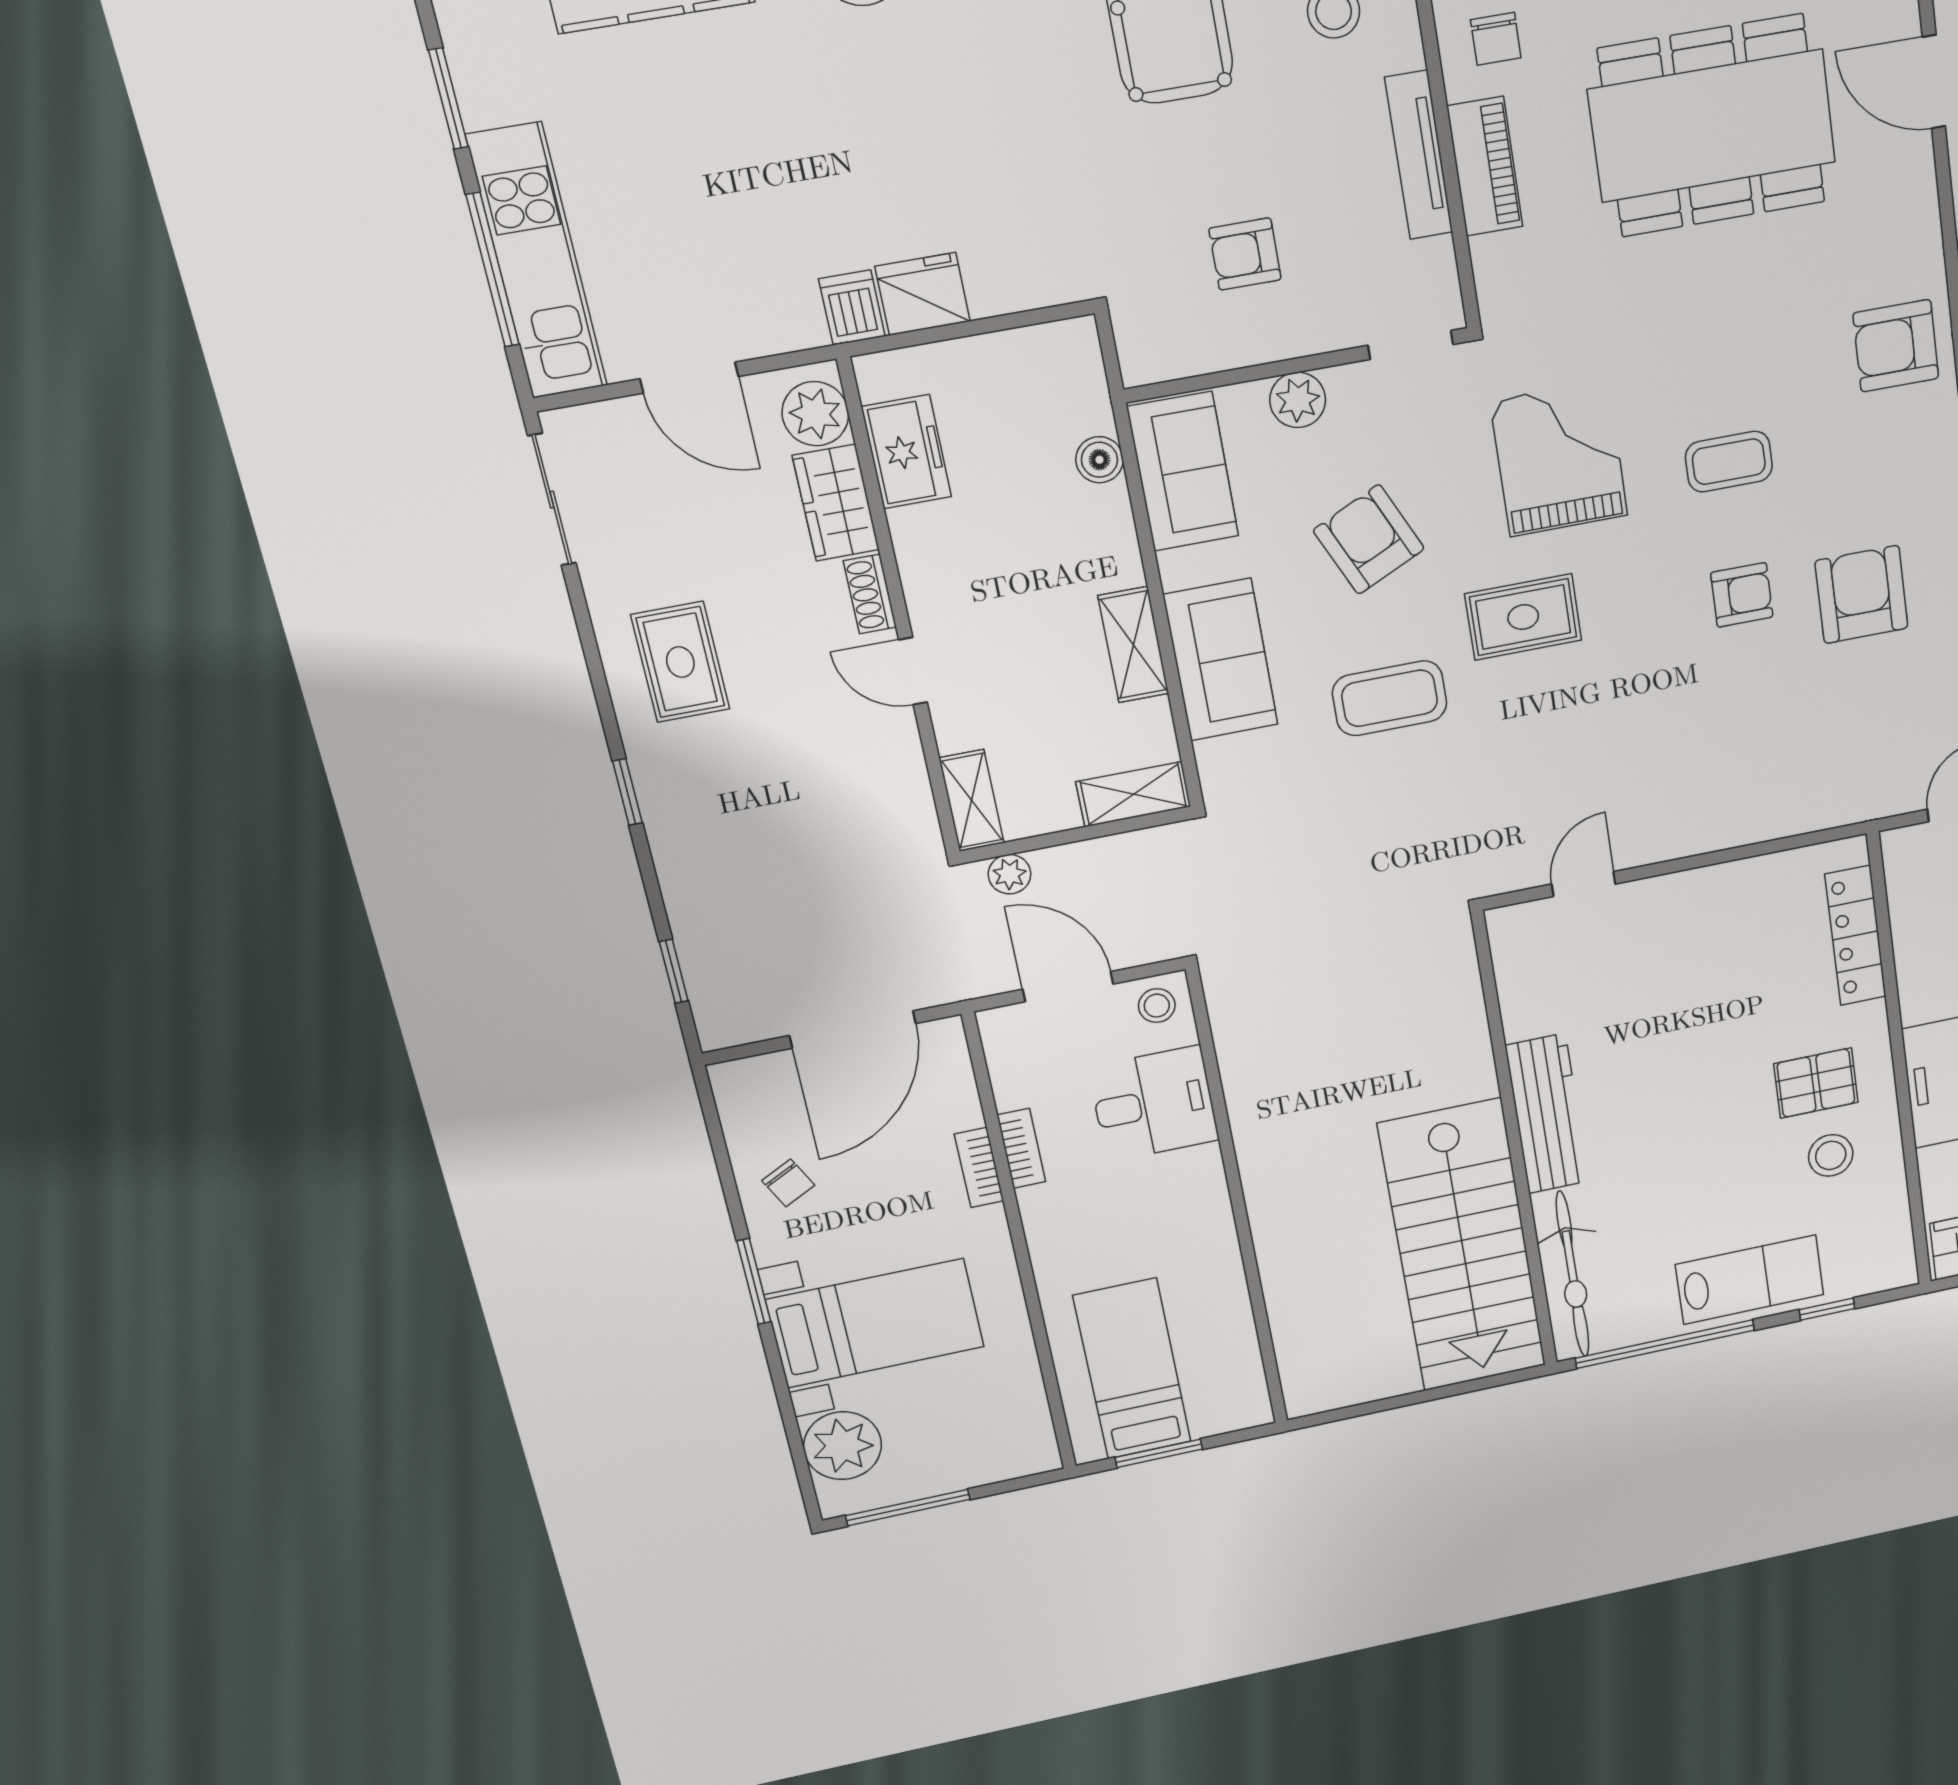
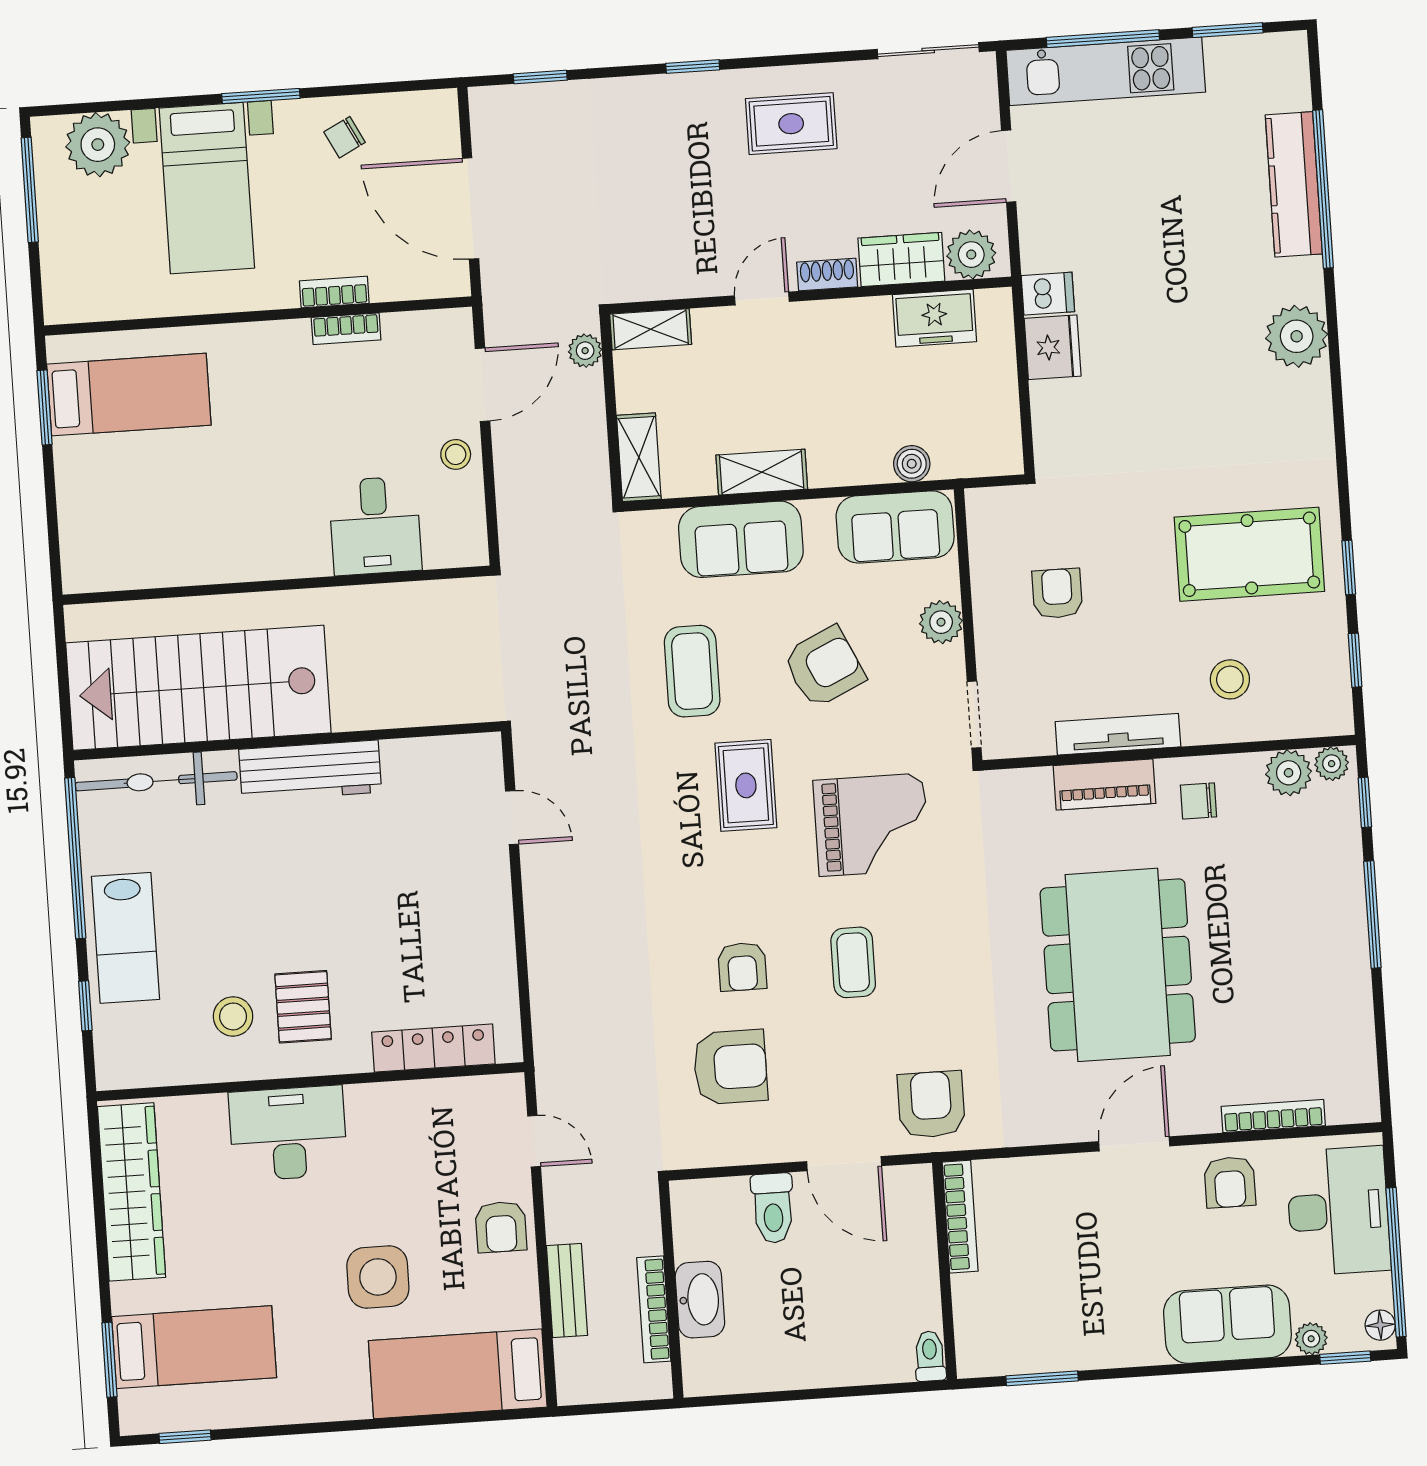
desk: (1154, 1104) -> (375, 526), moved
wall: (1238, 1201) -> (276, 585), moved

